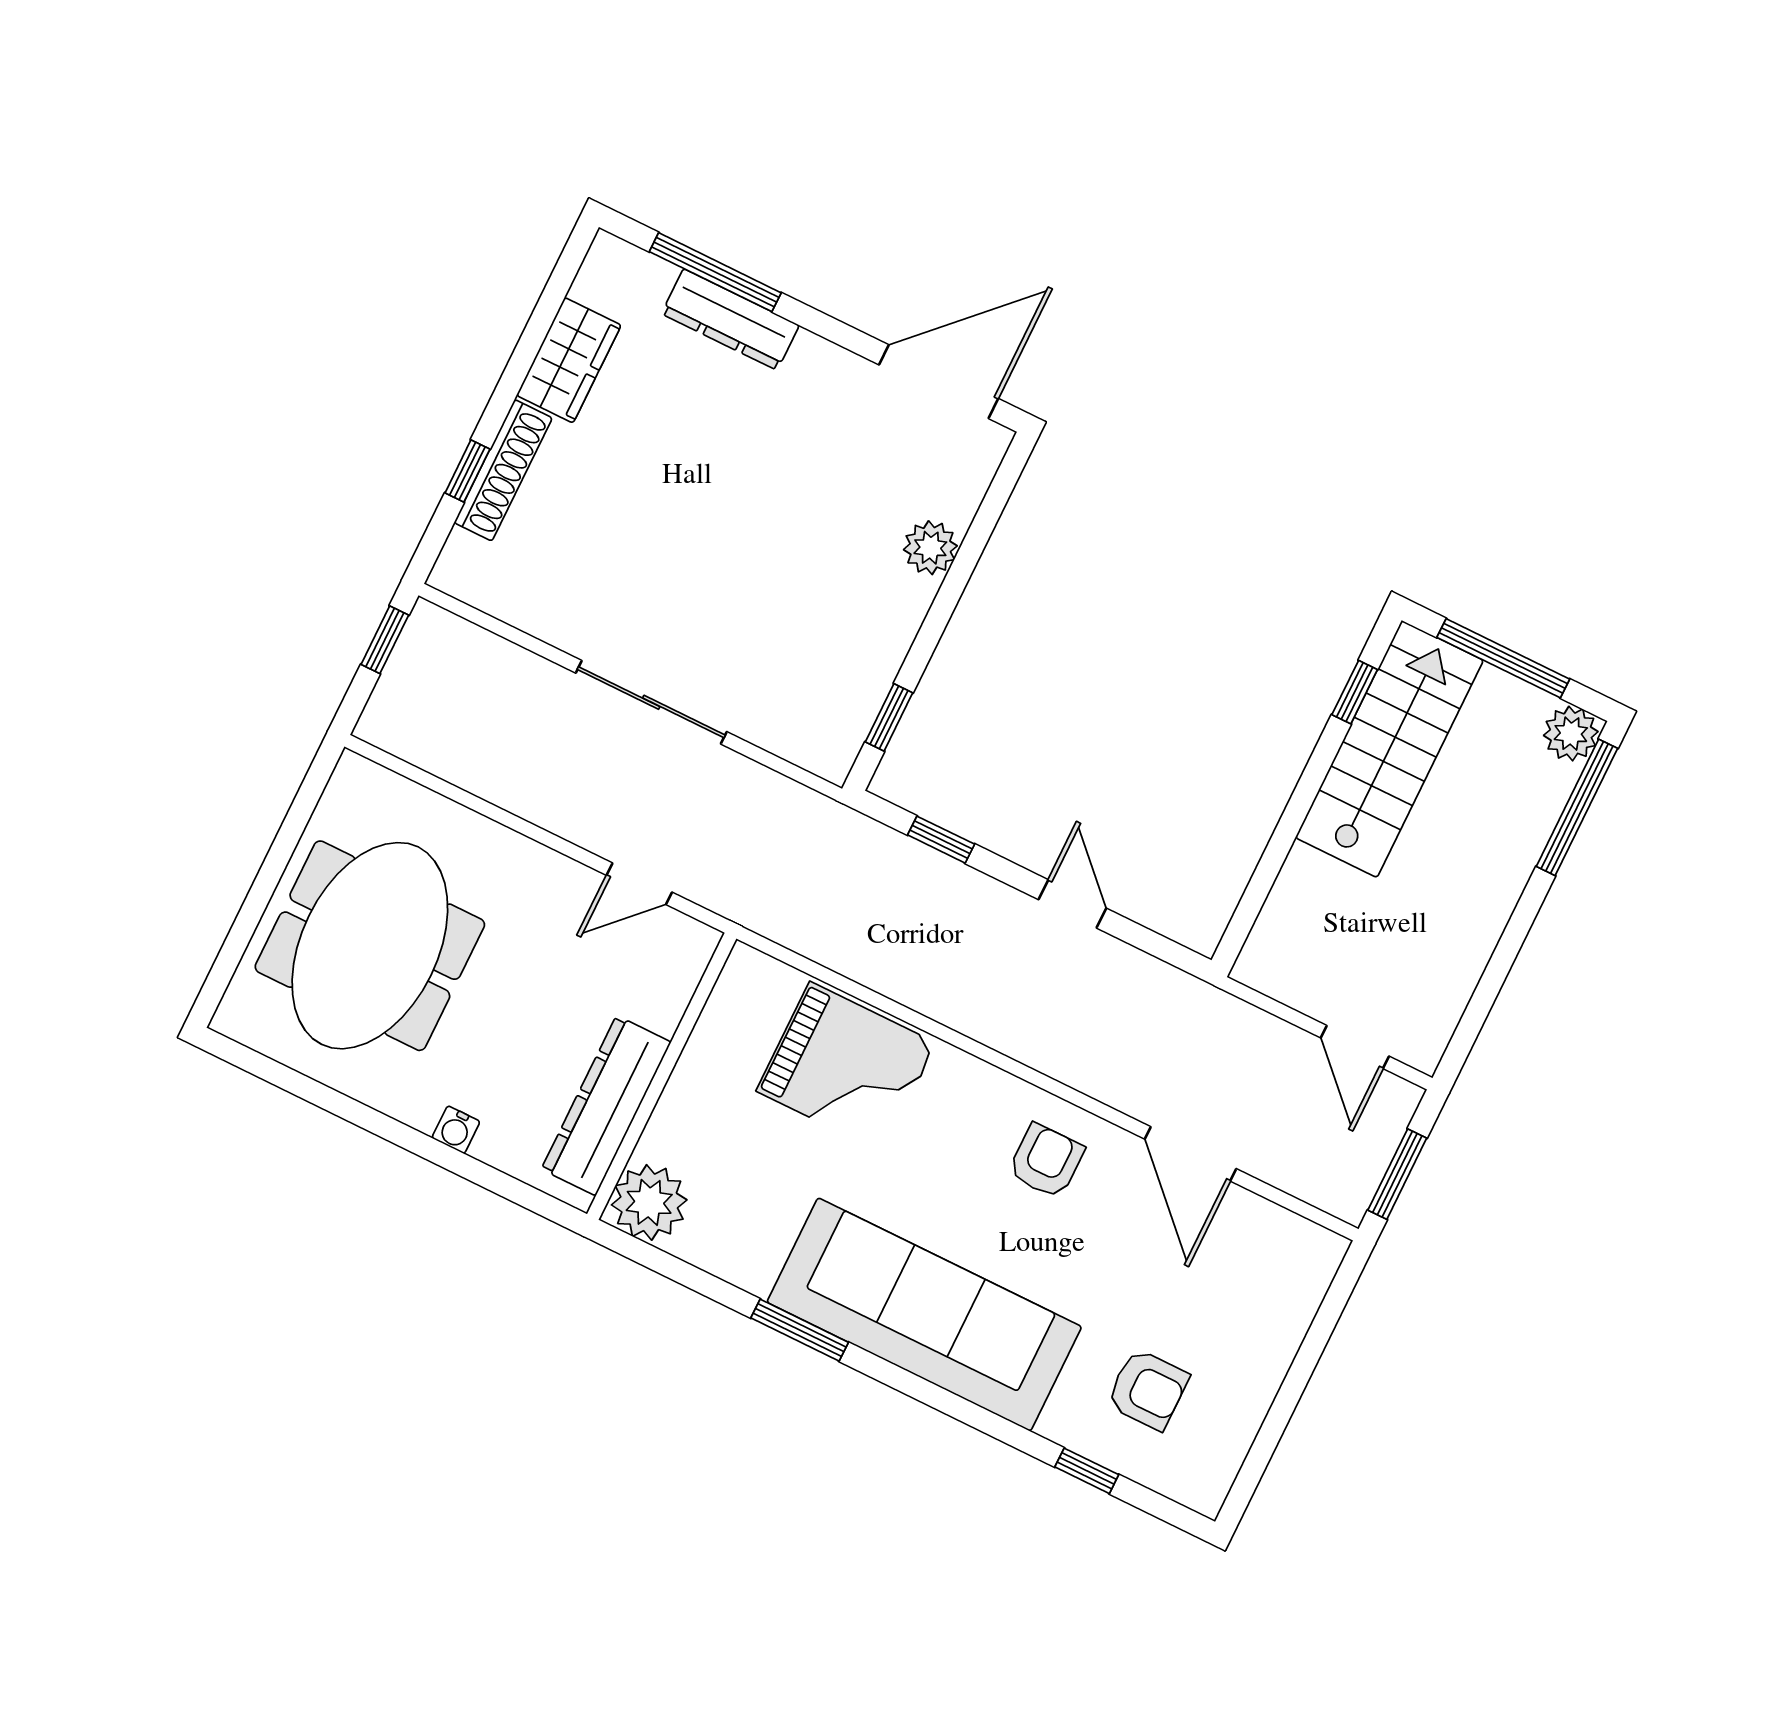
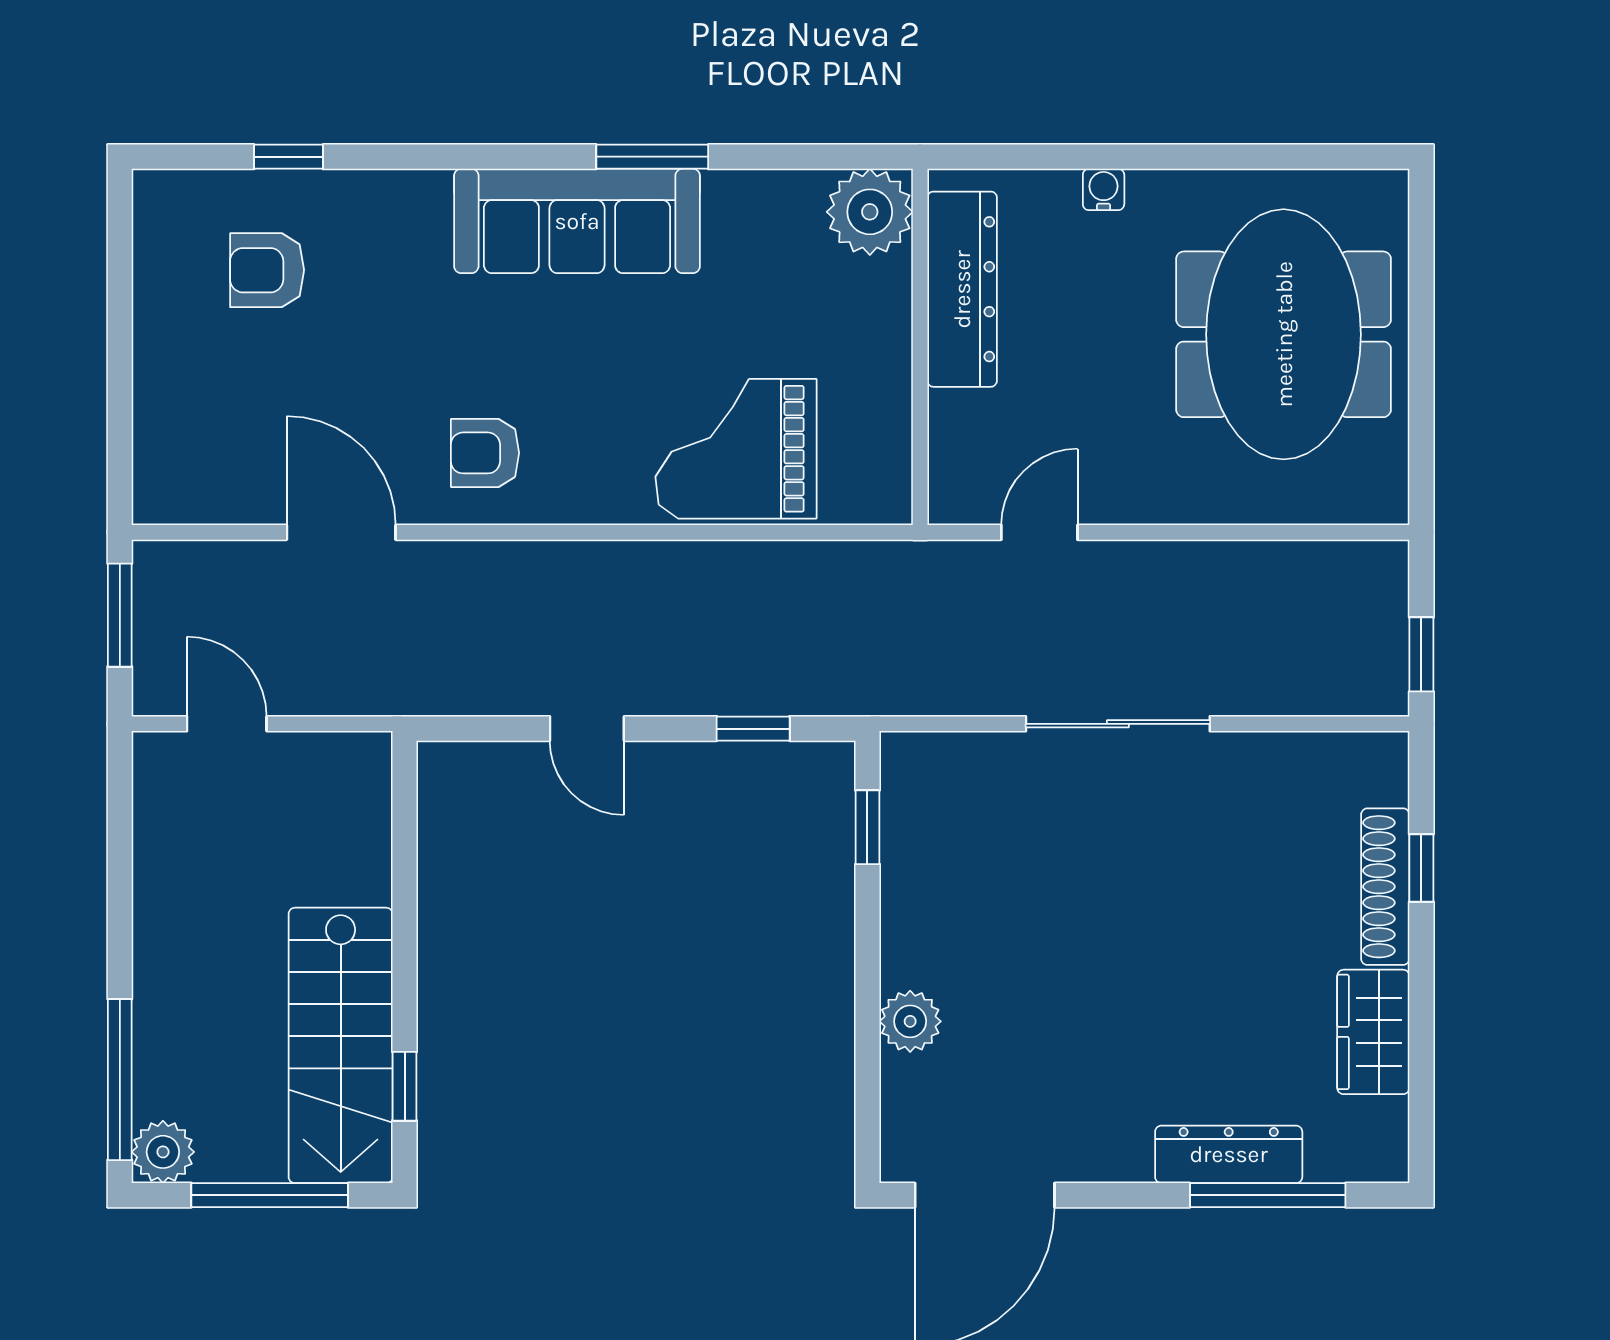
armchair: (1046, 1161) -> (485, 453), turned 90
sofa: (924, 1314) -> (577, 221), width x0.74, depth x0.79

